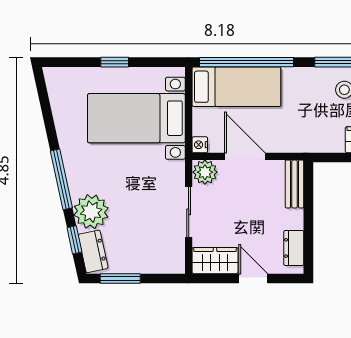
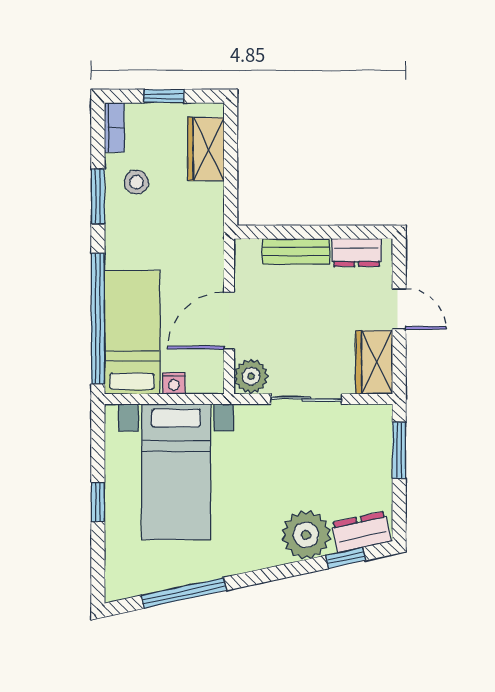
nightstand: (200, 145) -> (174, 383), moved
window: (61, 179) -> (184, 593), moved
bench: (295, 184) -> (296, 252), moved
window: (120, 278) -> (399, 450), moved
door: (253, 278) -> (399, 309), swing flipped

